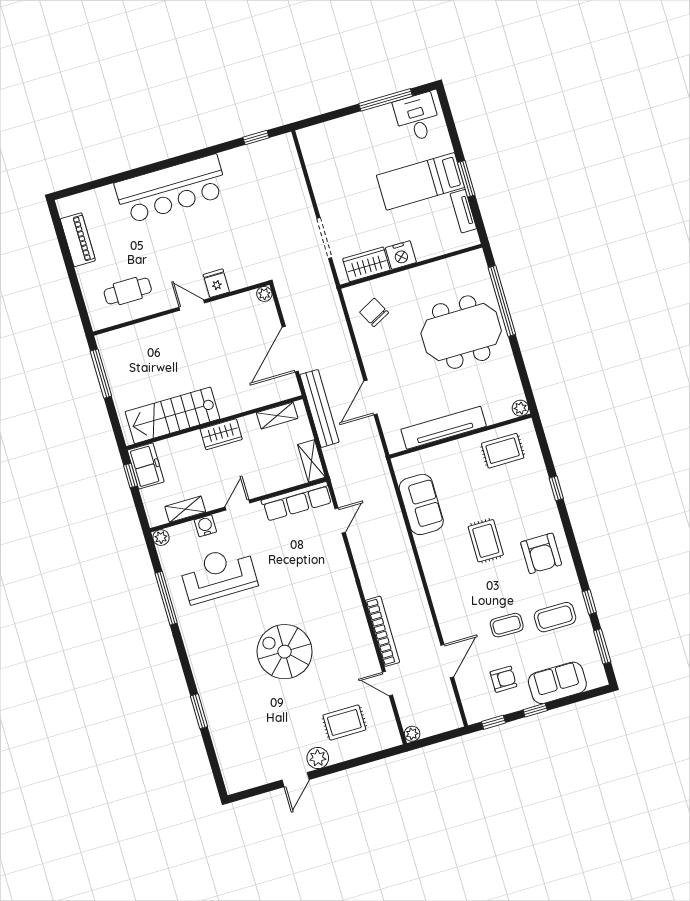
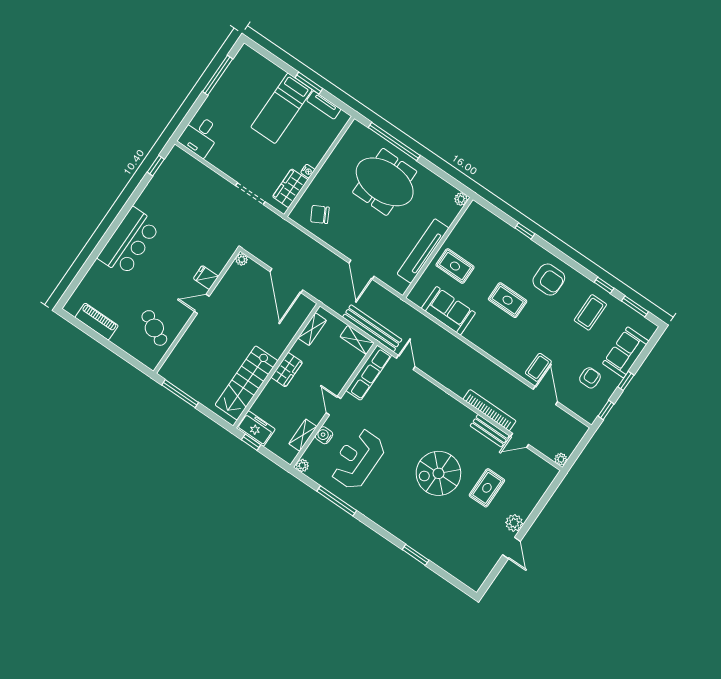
desk: (417, 117) -> (200, 136), moved, turned -90
bar counter: (171, 189) -> (129, 242), width x0.73
nightstand: (401, 255) -> (308, 171), width x0.53, depth x0.56
cafe table: (128, 291) -> (154, 328), turned -62
meeting table: (461, 332) -> (385, 182), turned 90
bench: (319, 408) -> (372, 328), moved
rug: (503, 451) -> (455, 266), moved, turned 90
coffee table: (507, 625) -> (538, 367), moved
bench: (367, 651) -> (490, 431), added
rug: (344, 722) -> (487, 488), moved

